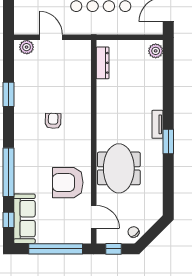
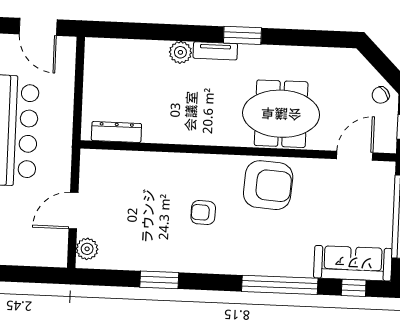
plant: (156, 51) -> (180, 52), moved
armchair: (68, 183) -> (268, 185), moved, turned -86

